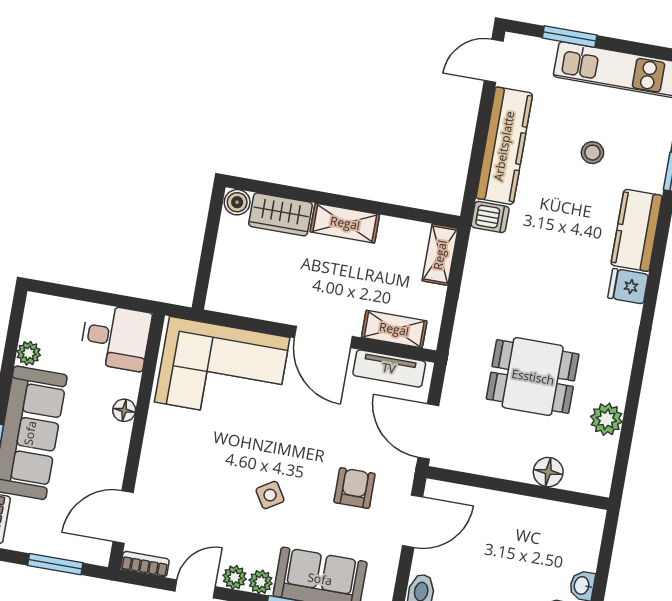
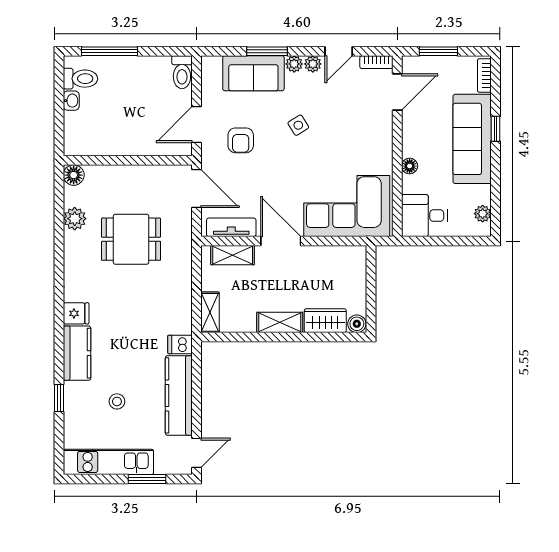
plant: (29, 353) -> (483, 214), moved
floor lamp: (548, 472) -> (74, 175), moved

